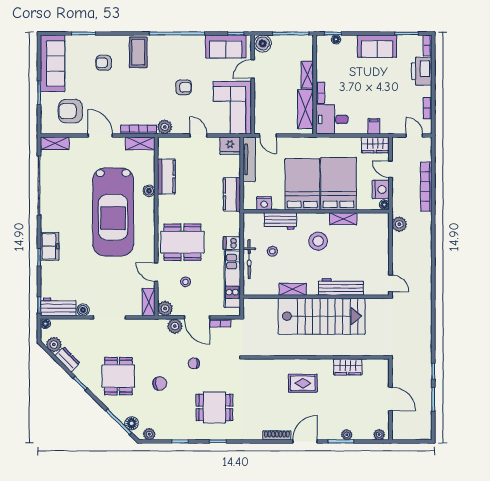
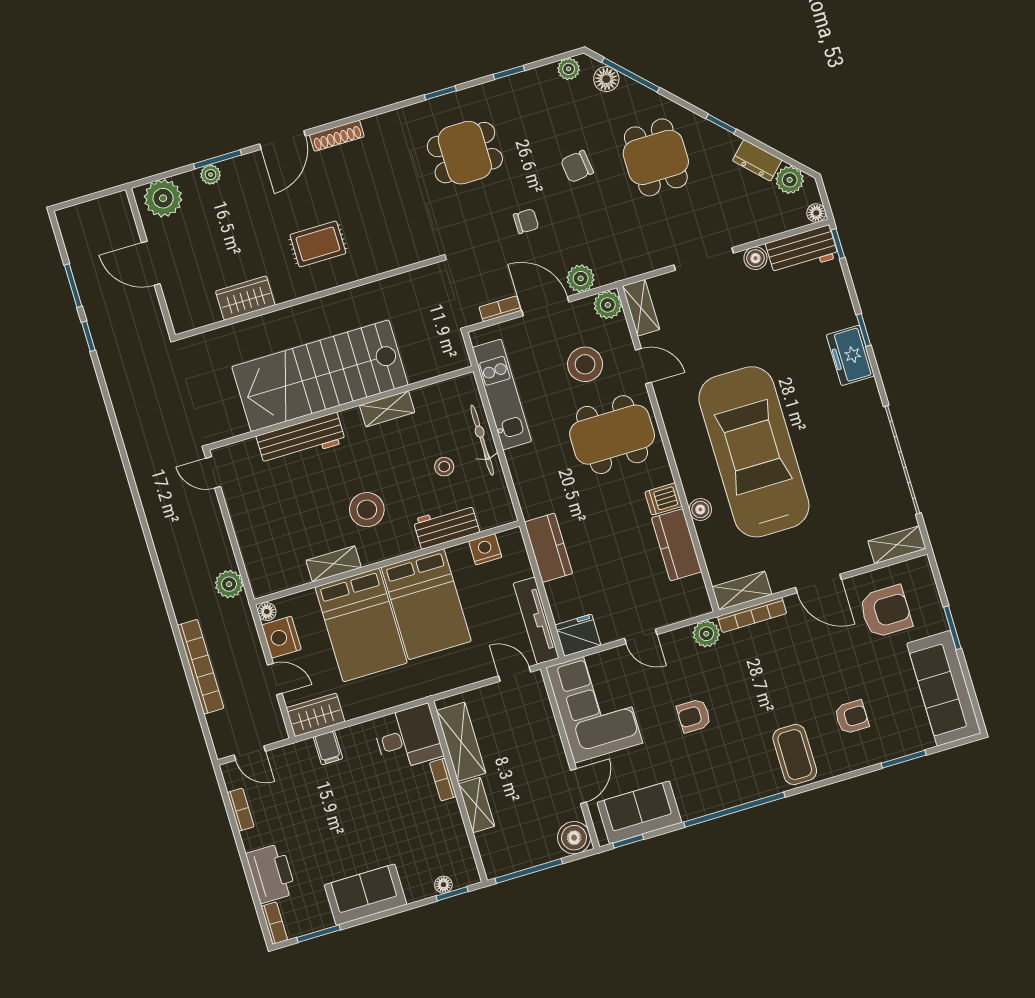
dishwasher: (232, 243) -> (664, 499), moved, turned 180
stool: (186, 282) -> (585, 364), width x1.89, depth x1.89
plant: (379, 435) -> (163, 198), width x1.88, depth x1.88

